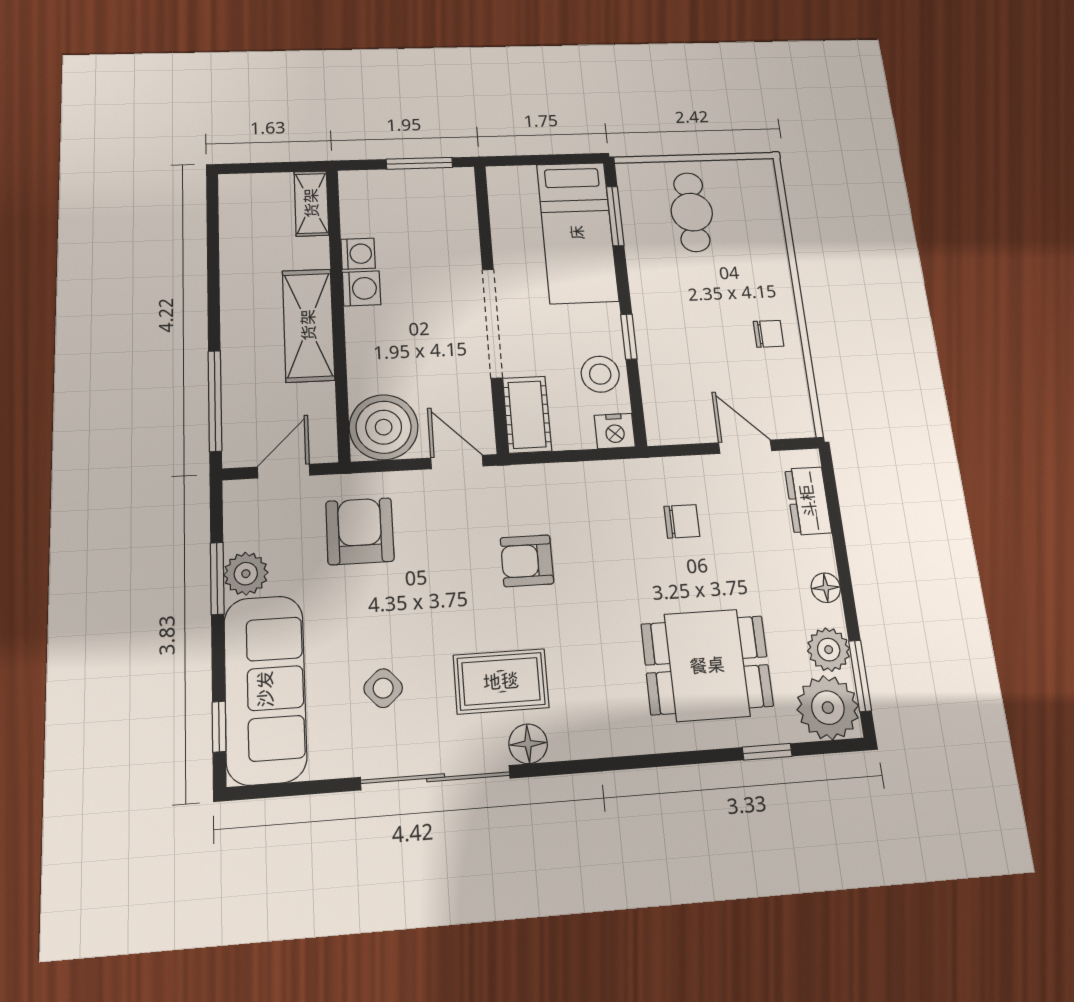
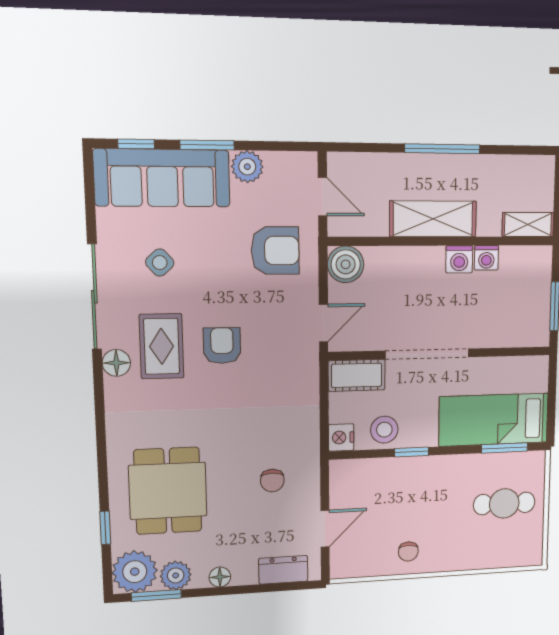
window: (215, 401) -> (442, 149), moved
boiler: (384, 427) -> (346, 264), width x0.73, depth x0.73
armchair: (527, 561) -> (222, 346), moved
window: (217, 578) -> (207, 145), moved

